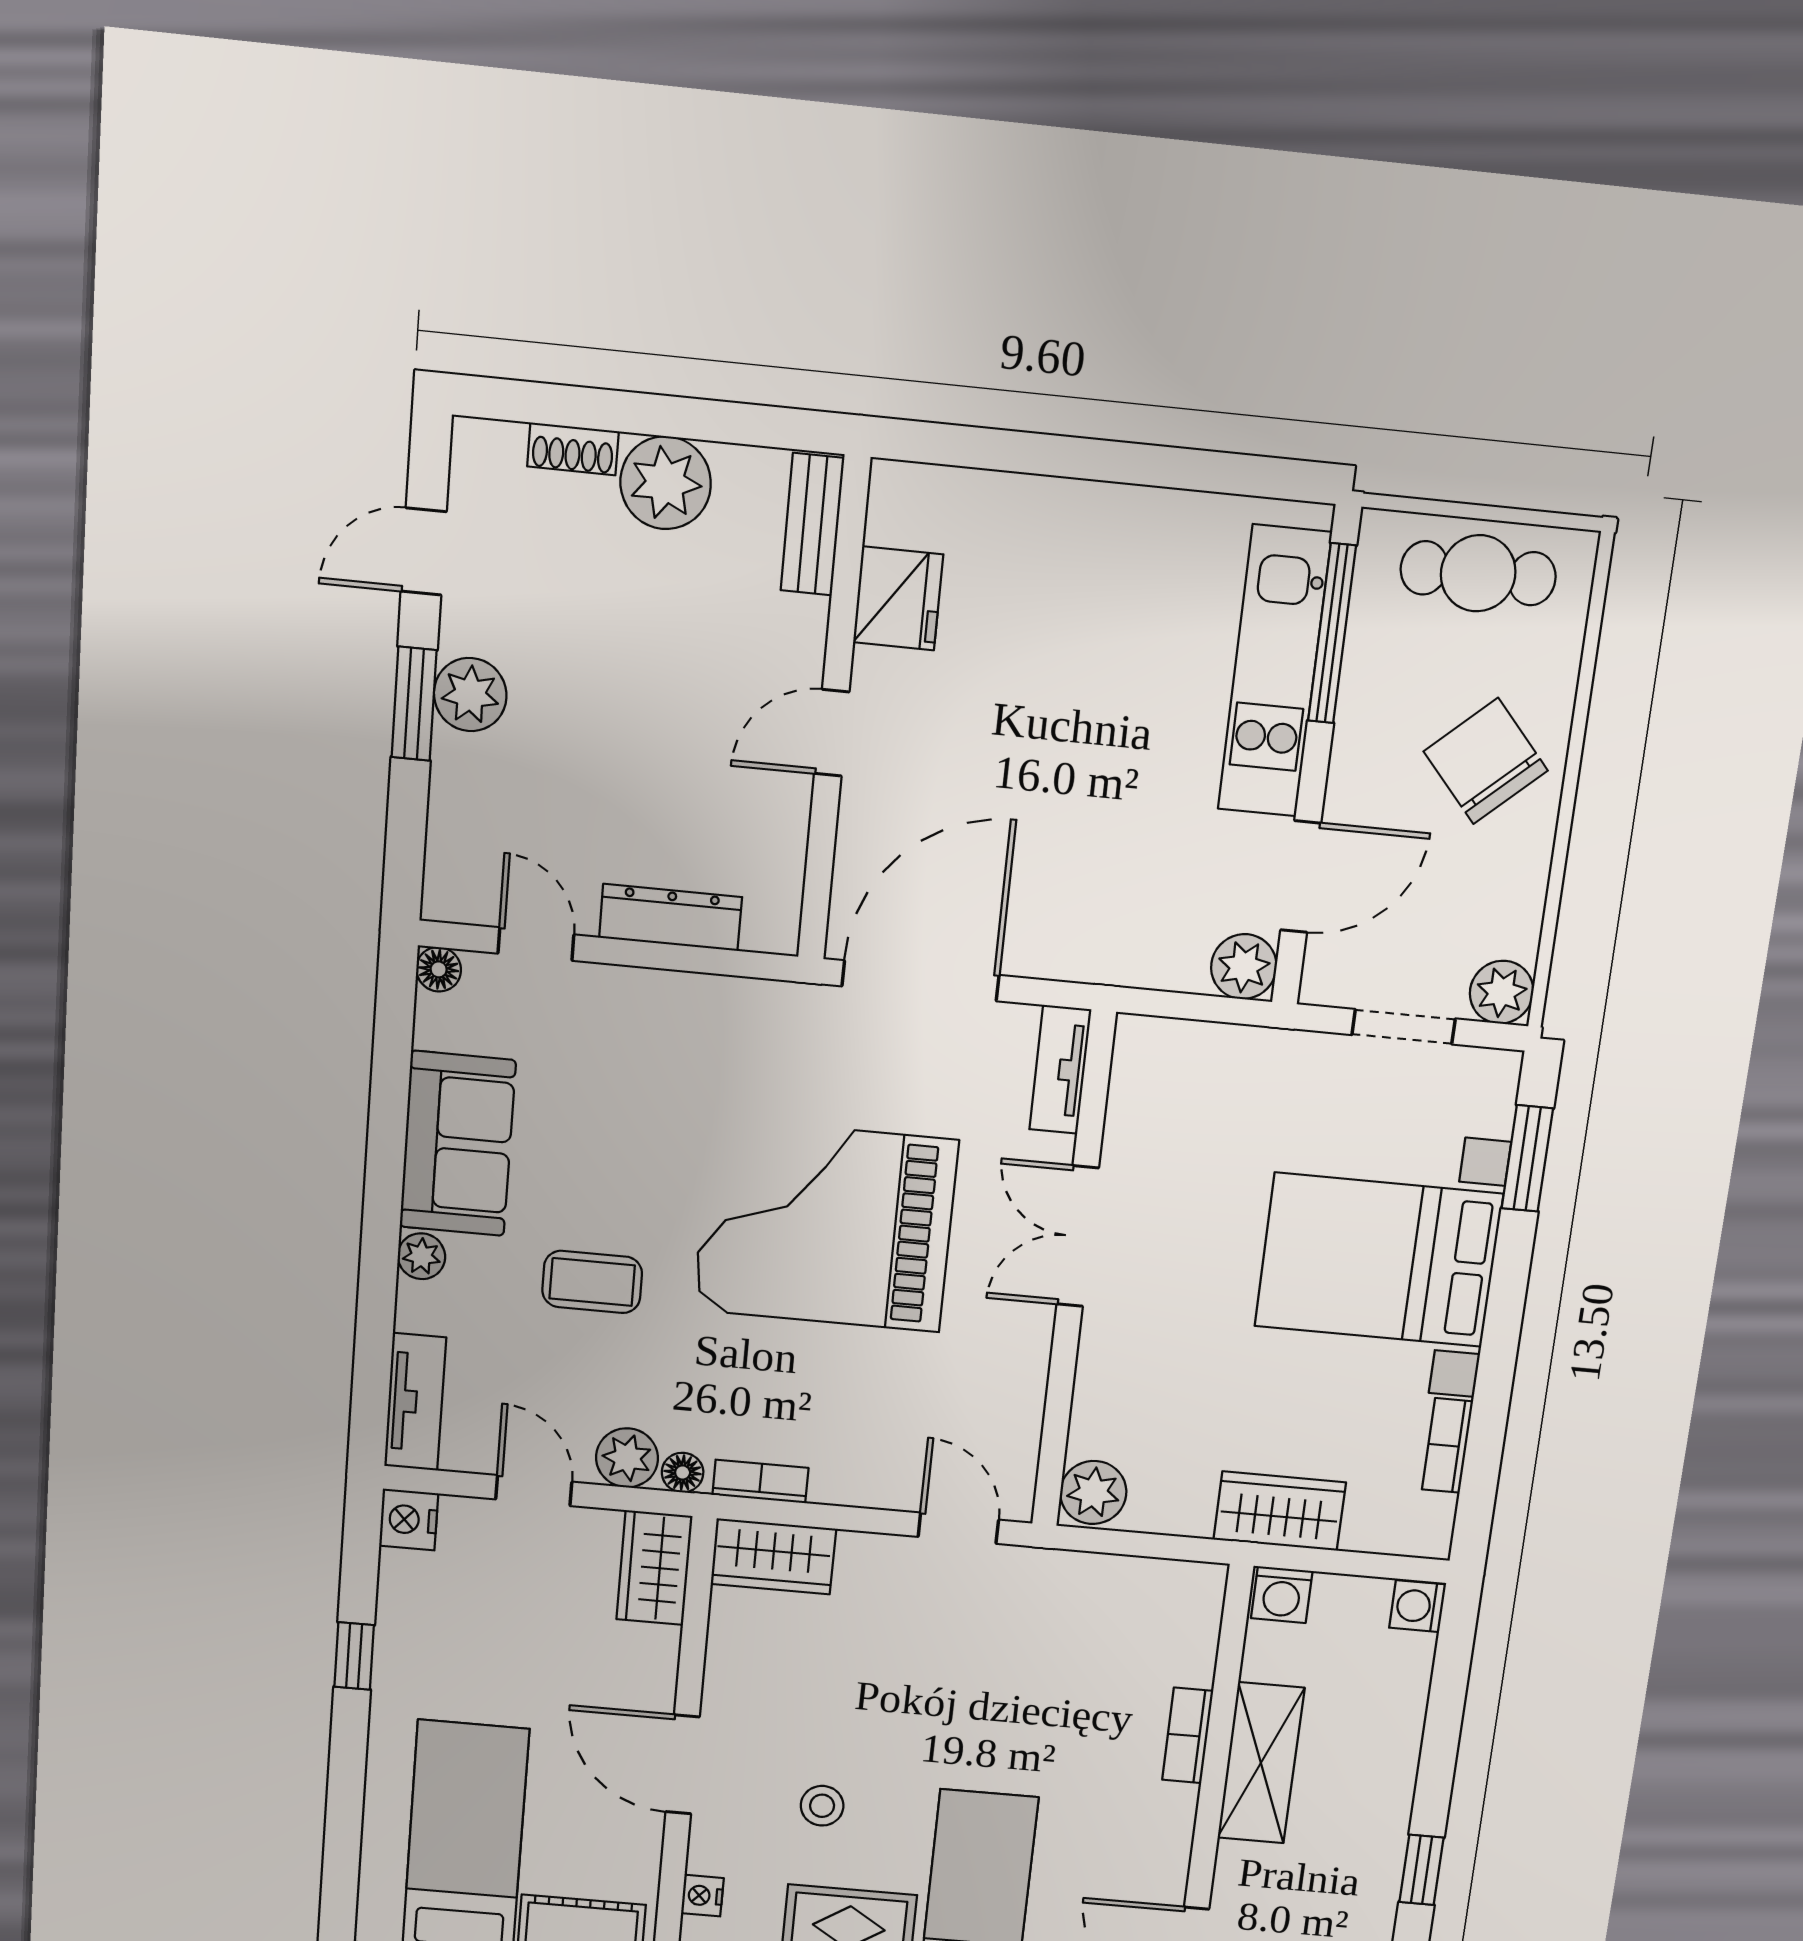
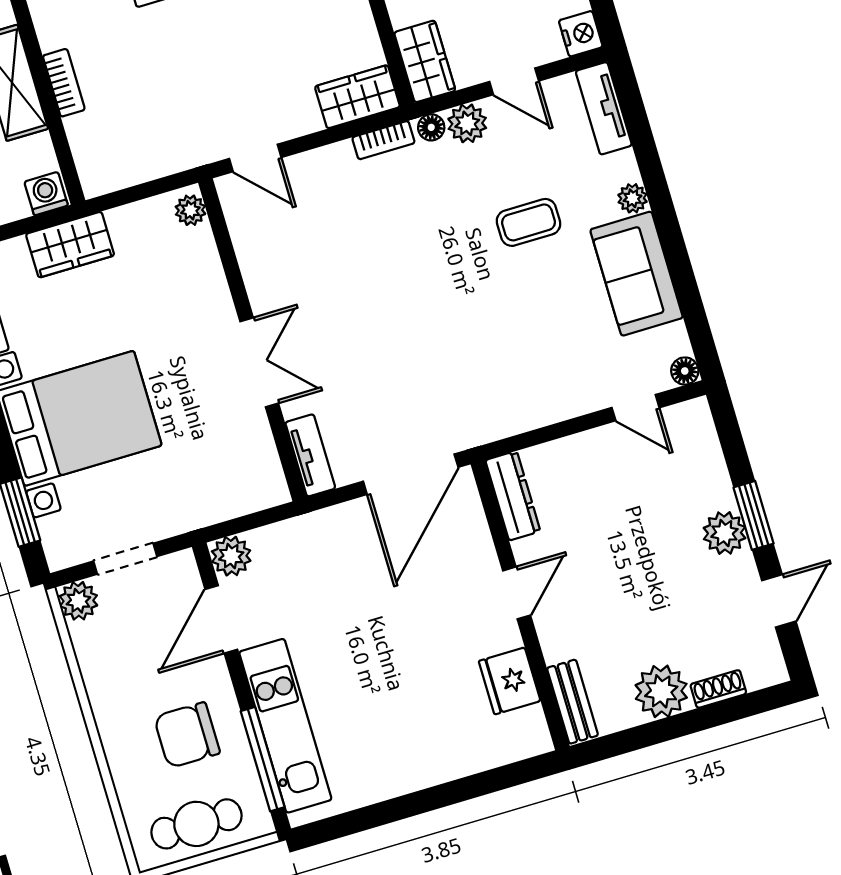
chair: (1486, 761) -> (187, 735), moved, turned 132
dresser: (671, 917) -> (513, 496), moved, turned -90
grand piano: (825, 1225) -> (407, 310), removed
plant: (1093, 1493) -> (190, 210), width x0.73, depth x0.73

